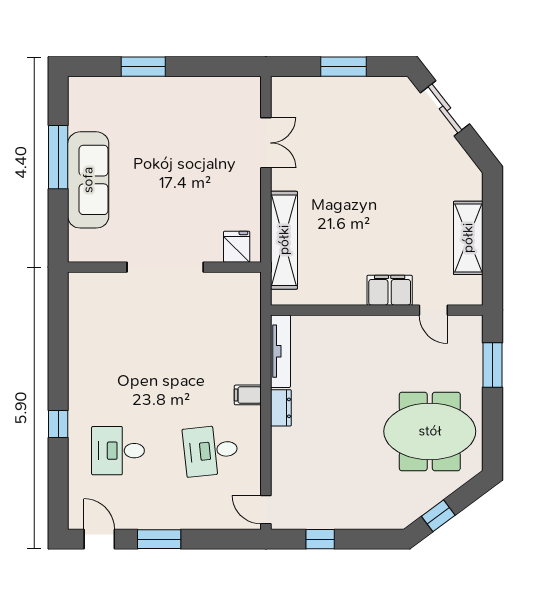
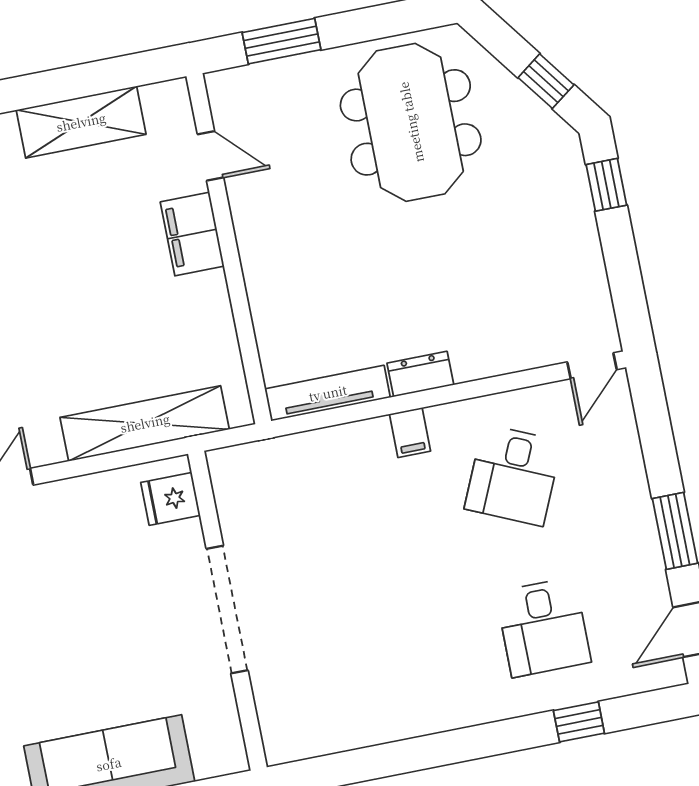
door: (433, 310) -> (210, 156), hinge flipped
window: (58, 424) -> (579, 722), moved
desk: (211, 451) -> (513, 475), turned 30
window: (320, 539) -> (606, 185), moved

